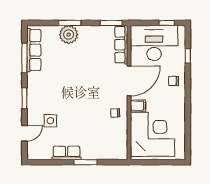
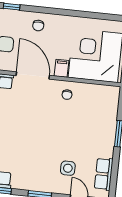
row of seats: (67, 153) -> (104, 174), moved

